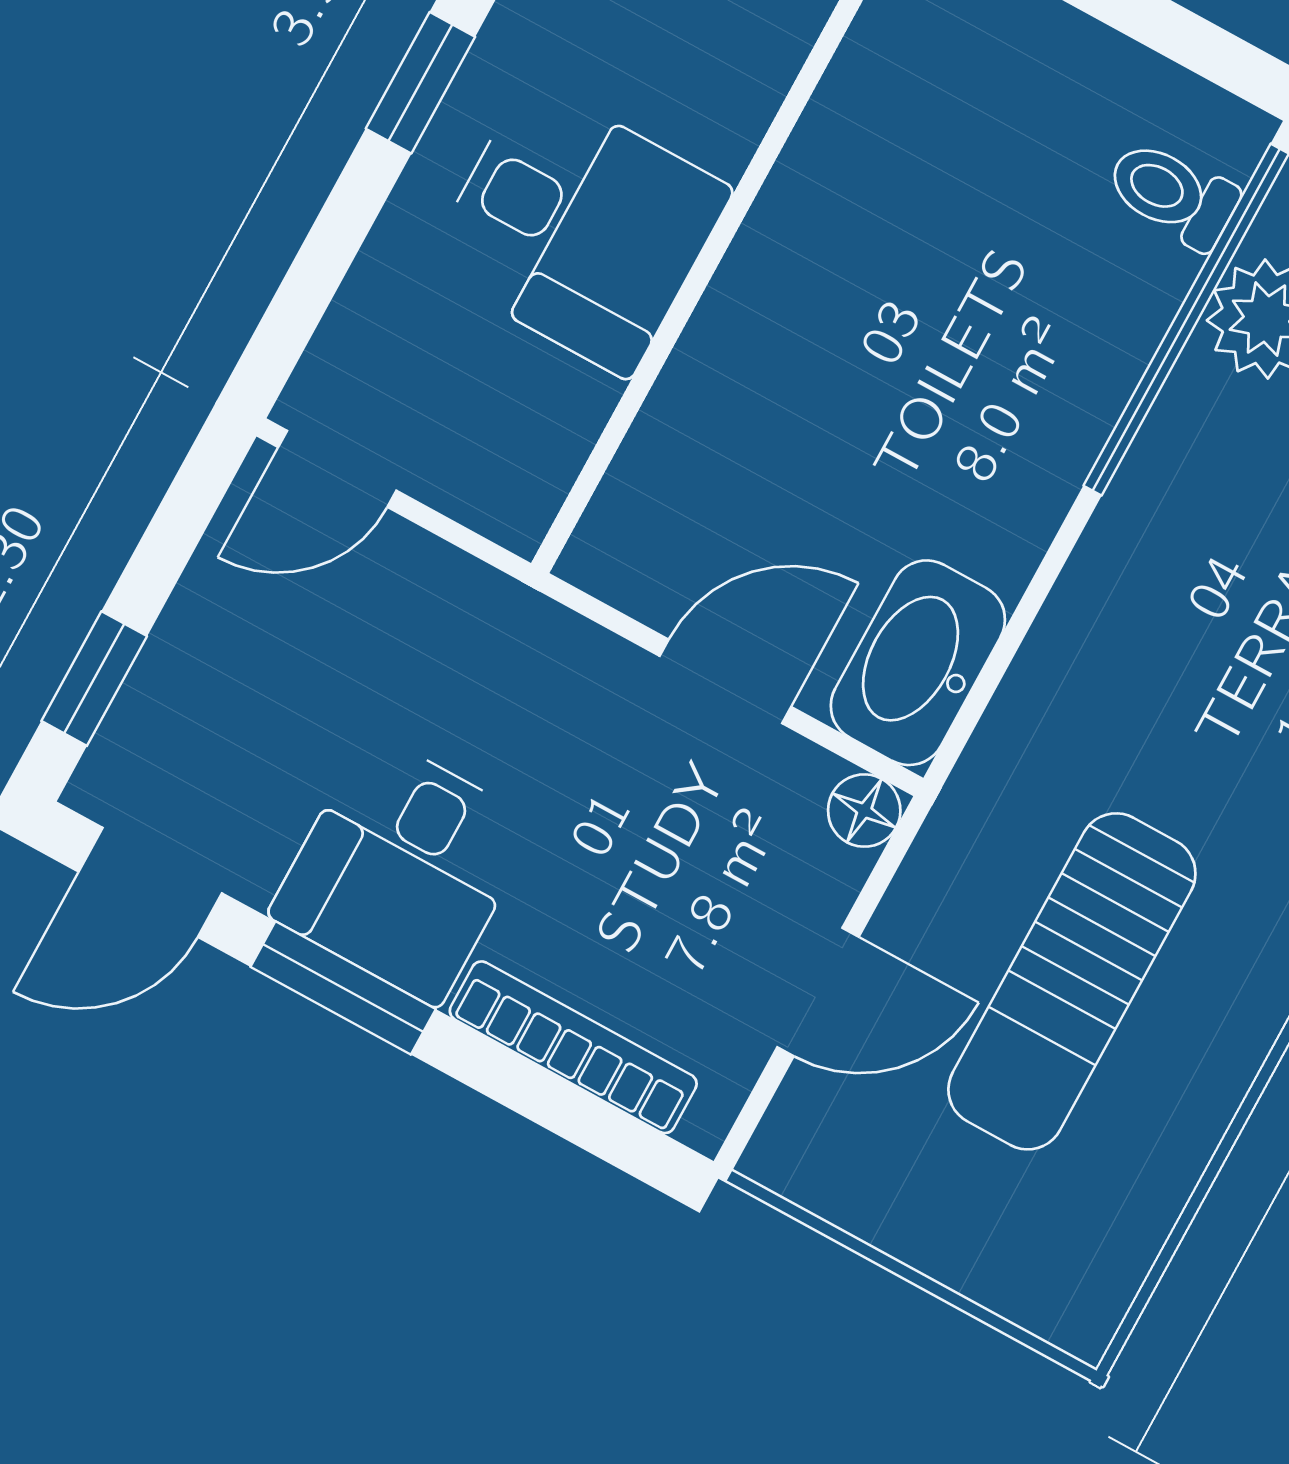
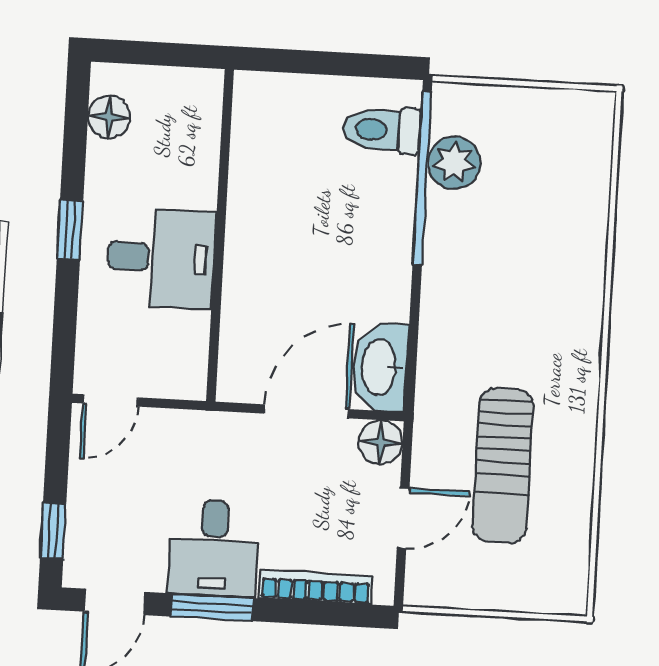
toilet: (1172, 194) -> (382, 130), width x1.37, depth x1.39
door: (725, 681) -> (307, 411), width x1.38
floor lamp: (864, 811) -> (381, 442), width x1.37, depth x1.37

